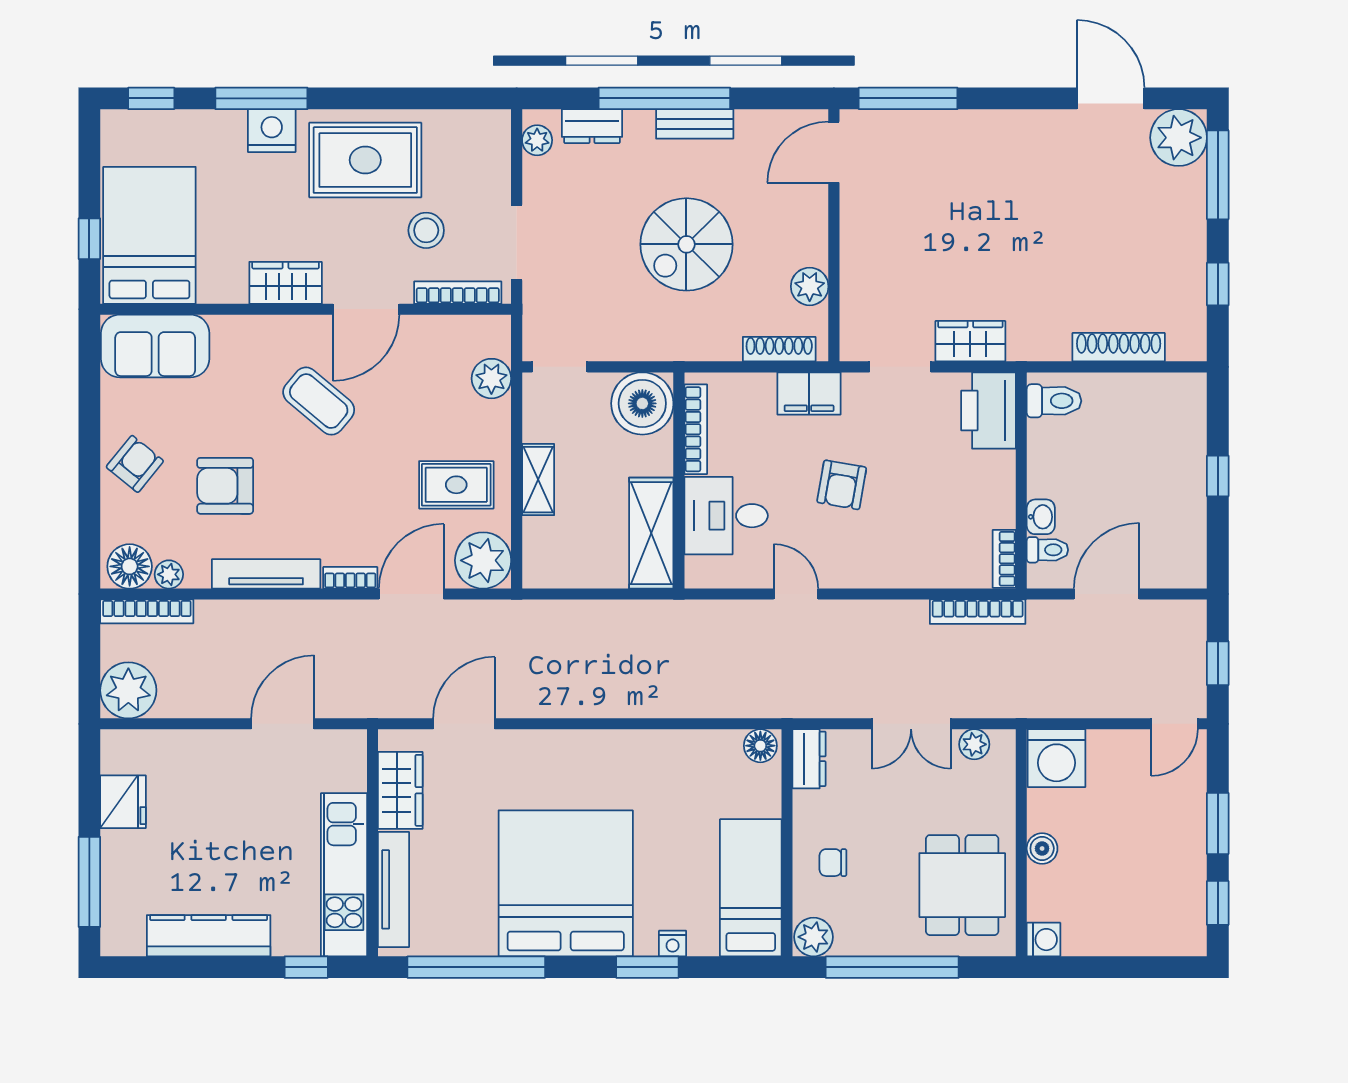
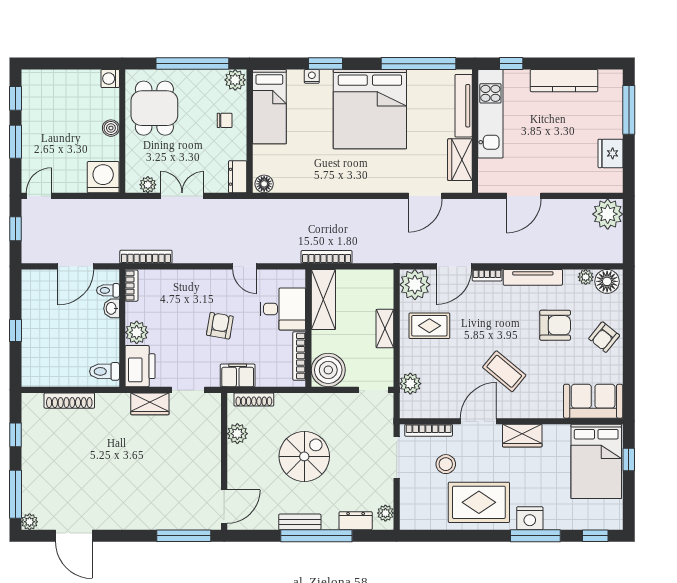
plant: (1179, 138) -> (30, 522), width x0.53, depth x0.53
plant: (995, 473) -> (137, 332), added
bookcase: (147, 611) -> (327, 257), moved

